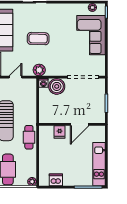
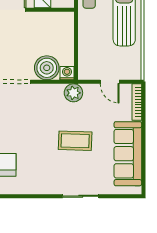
door: (15, 77) -> (110, 82), hinge flipped

